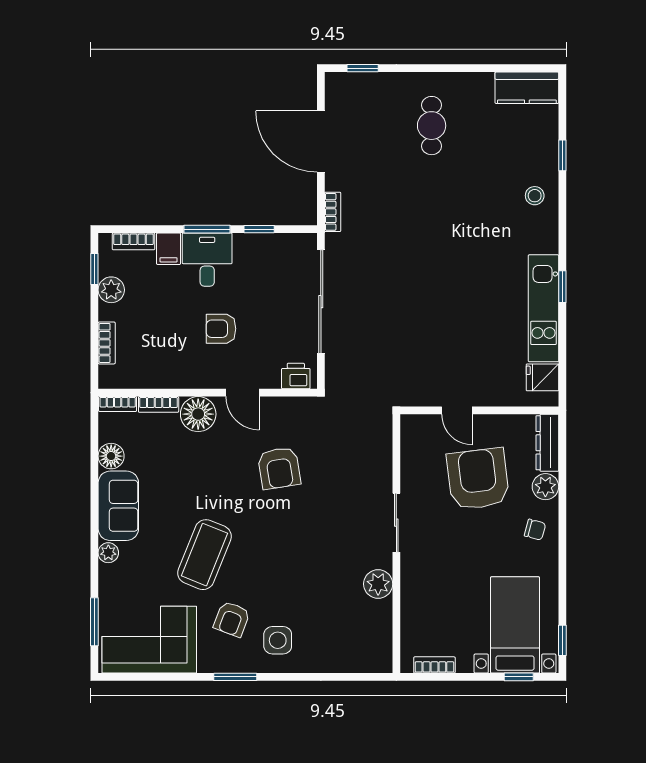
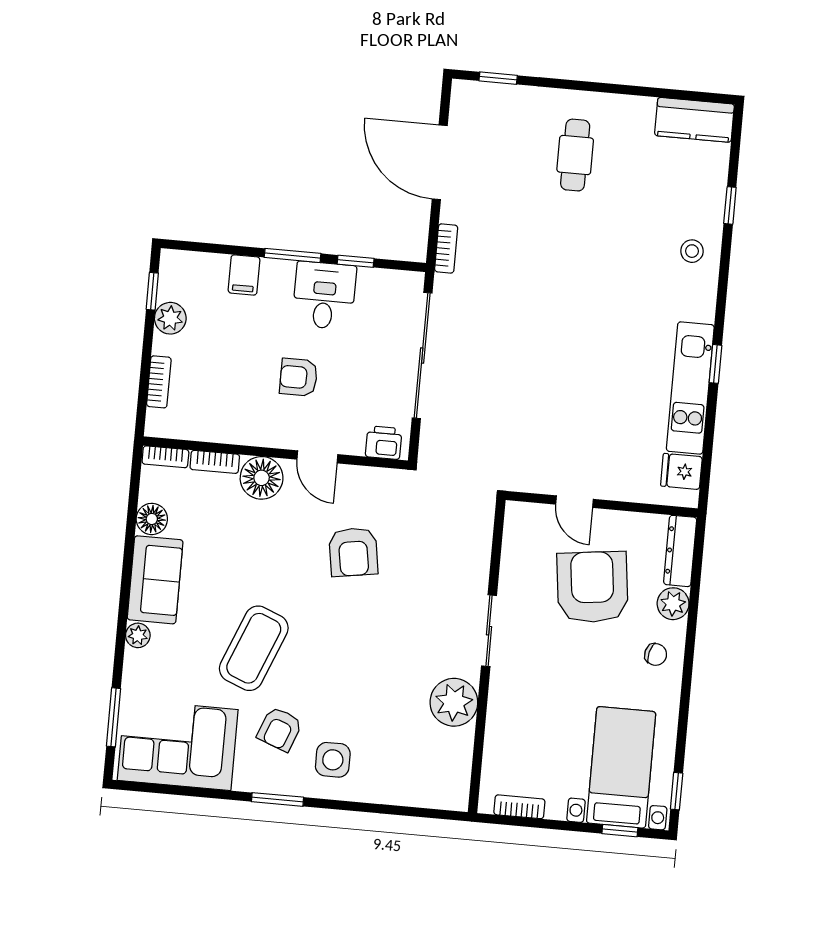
bookcase: (133, 241) -> (202, 262), removed
desk: (207, 260) -> (324, 295), moved
plant: (378, 584) -> (454, 702), width x1.36, depth x1.36

